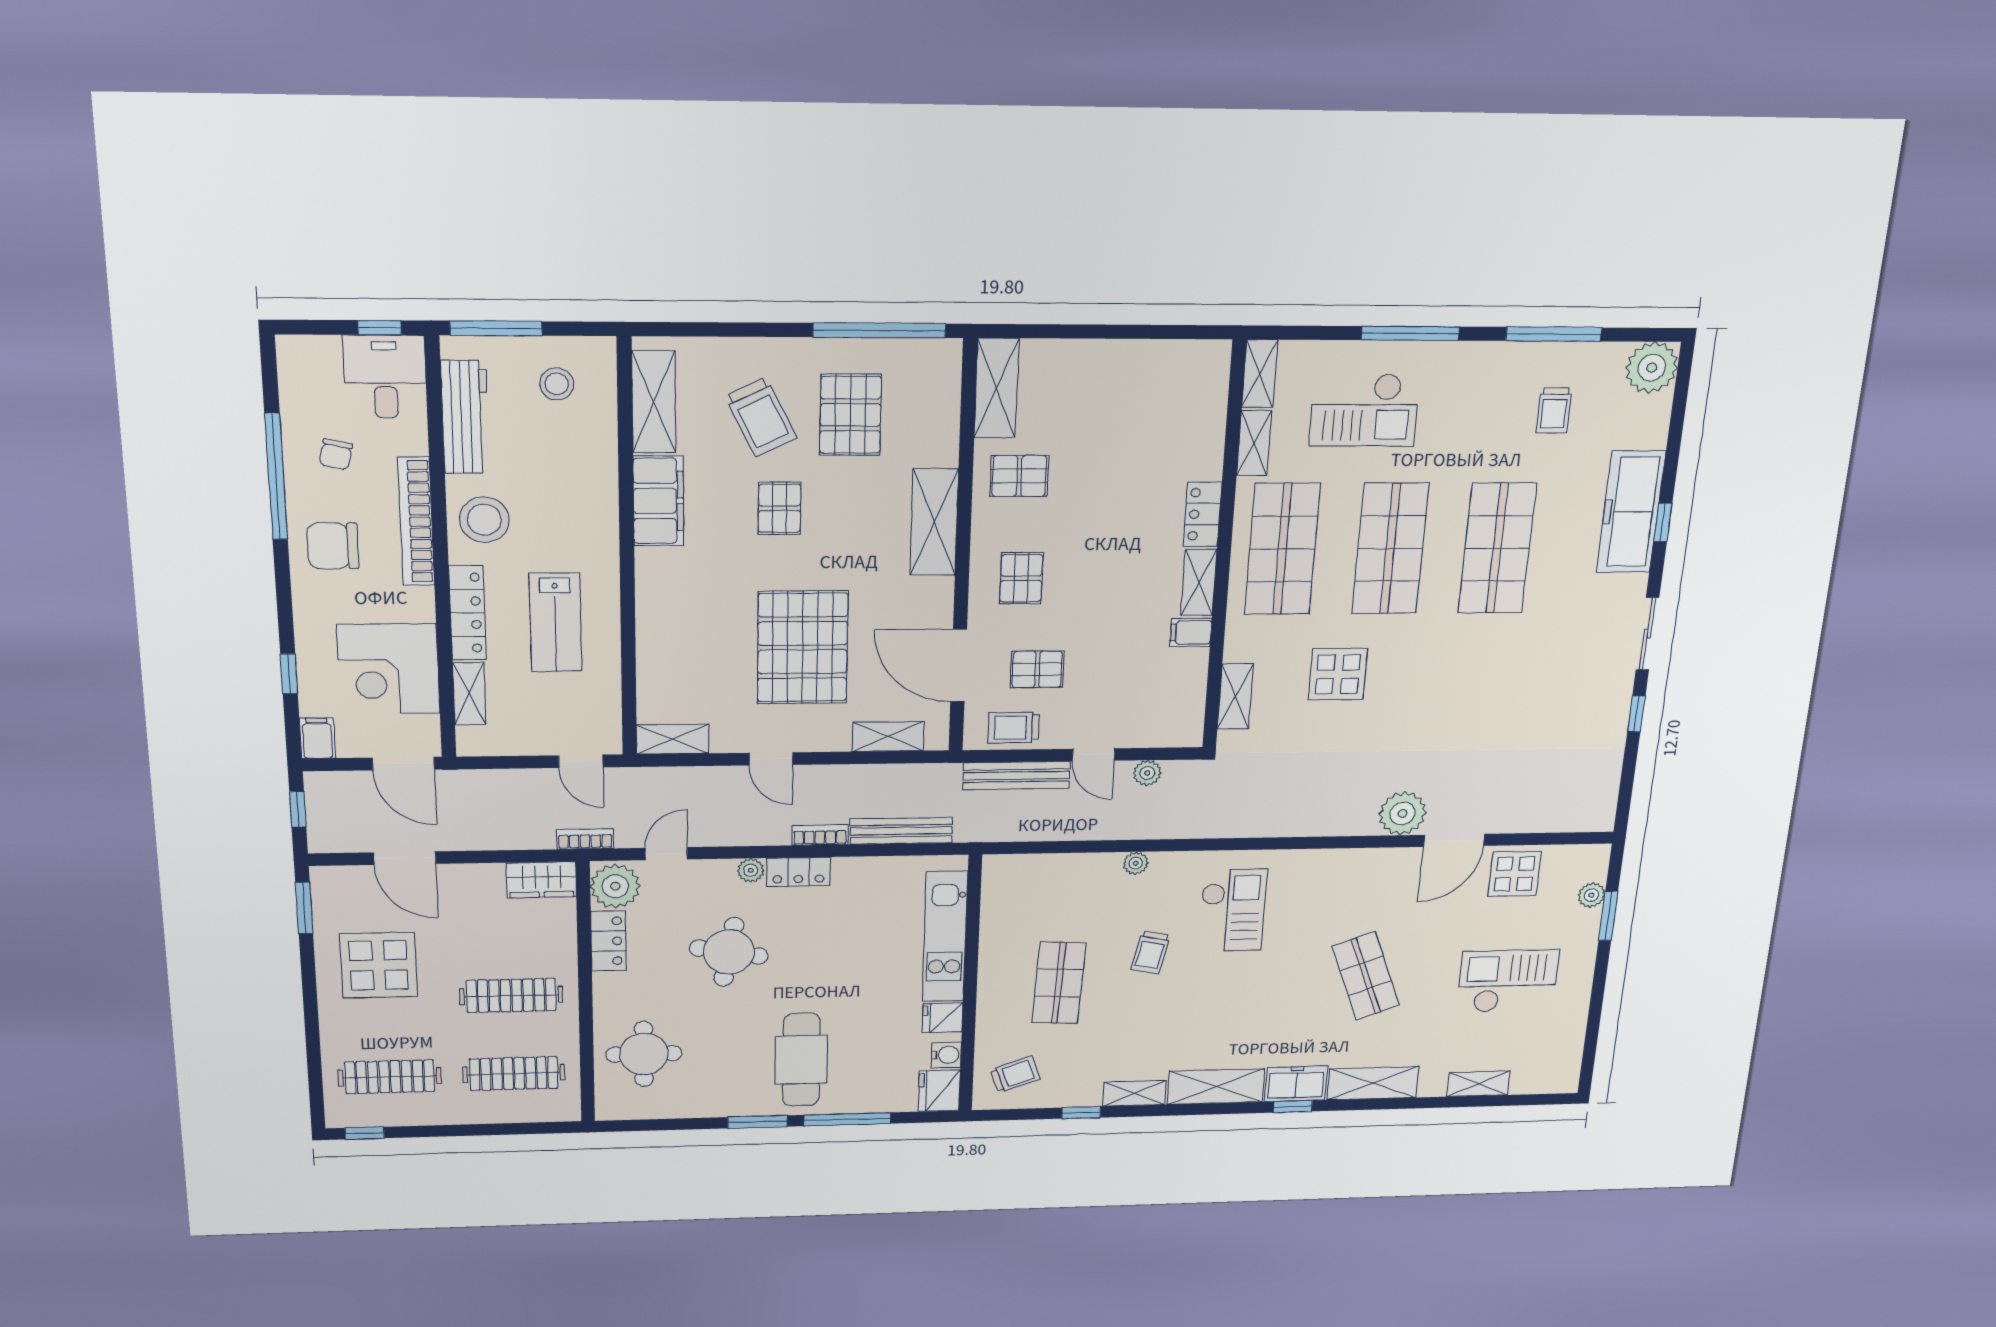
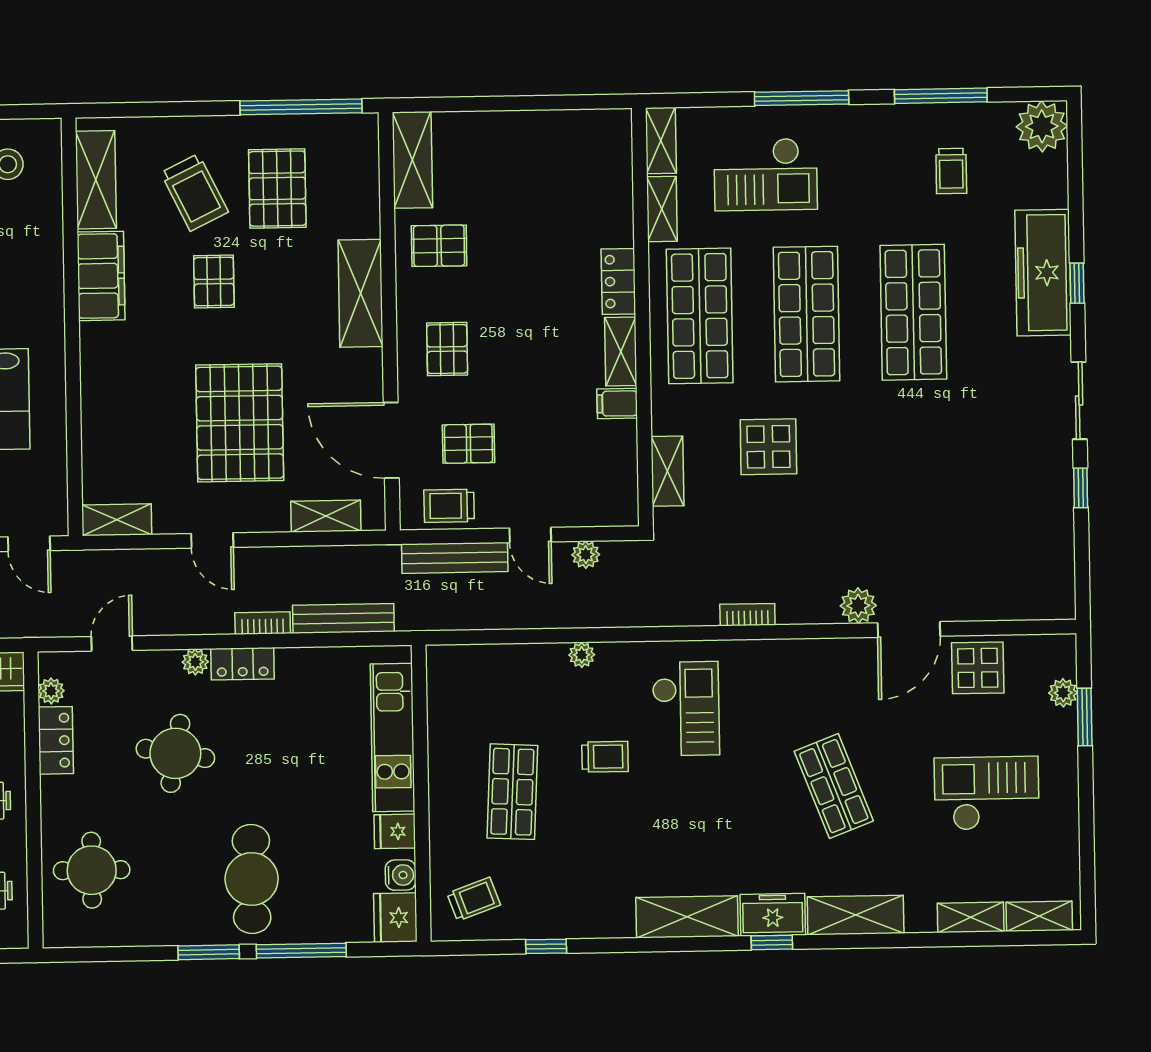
plant: (1403, 813) -> (858, 606), width x0.73, depth x0.73
bookcase: (585, 839) -> (747, 615), moved
plant: (615, 886) -> (51, 691), width x0.53, depth x0.53
trolley: (1151, 952) -> (605, 757), turned -102
shelving: (1134, 1093) -> (1039, 916), moved

